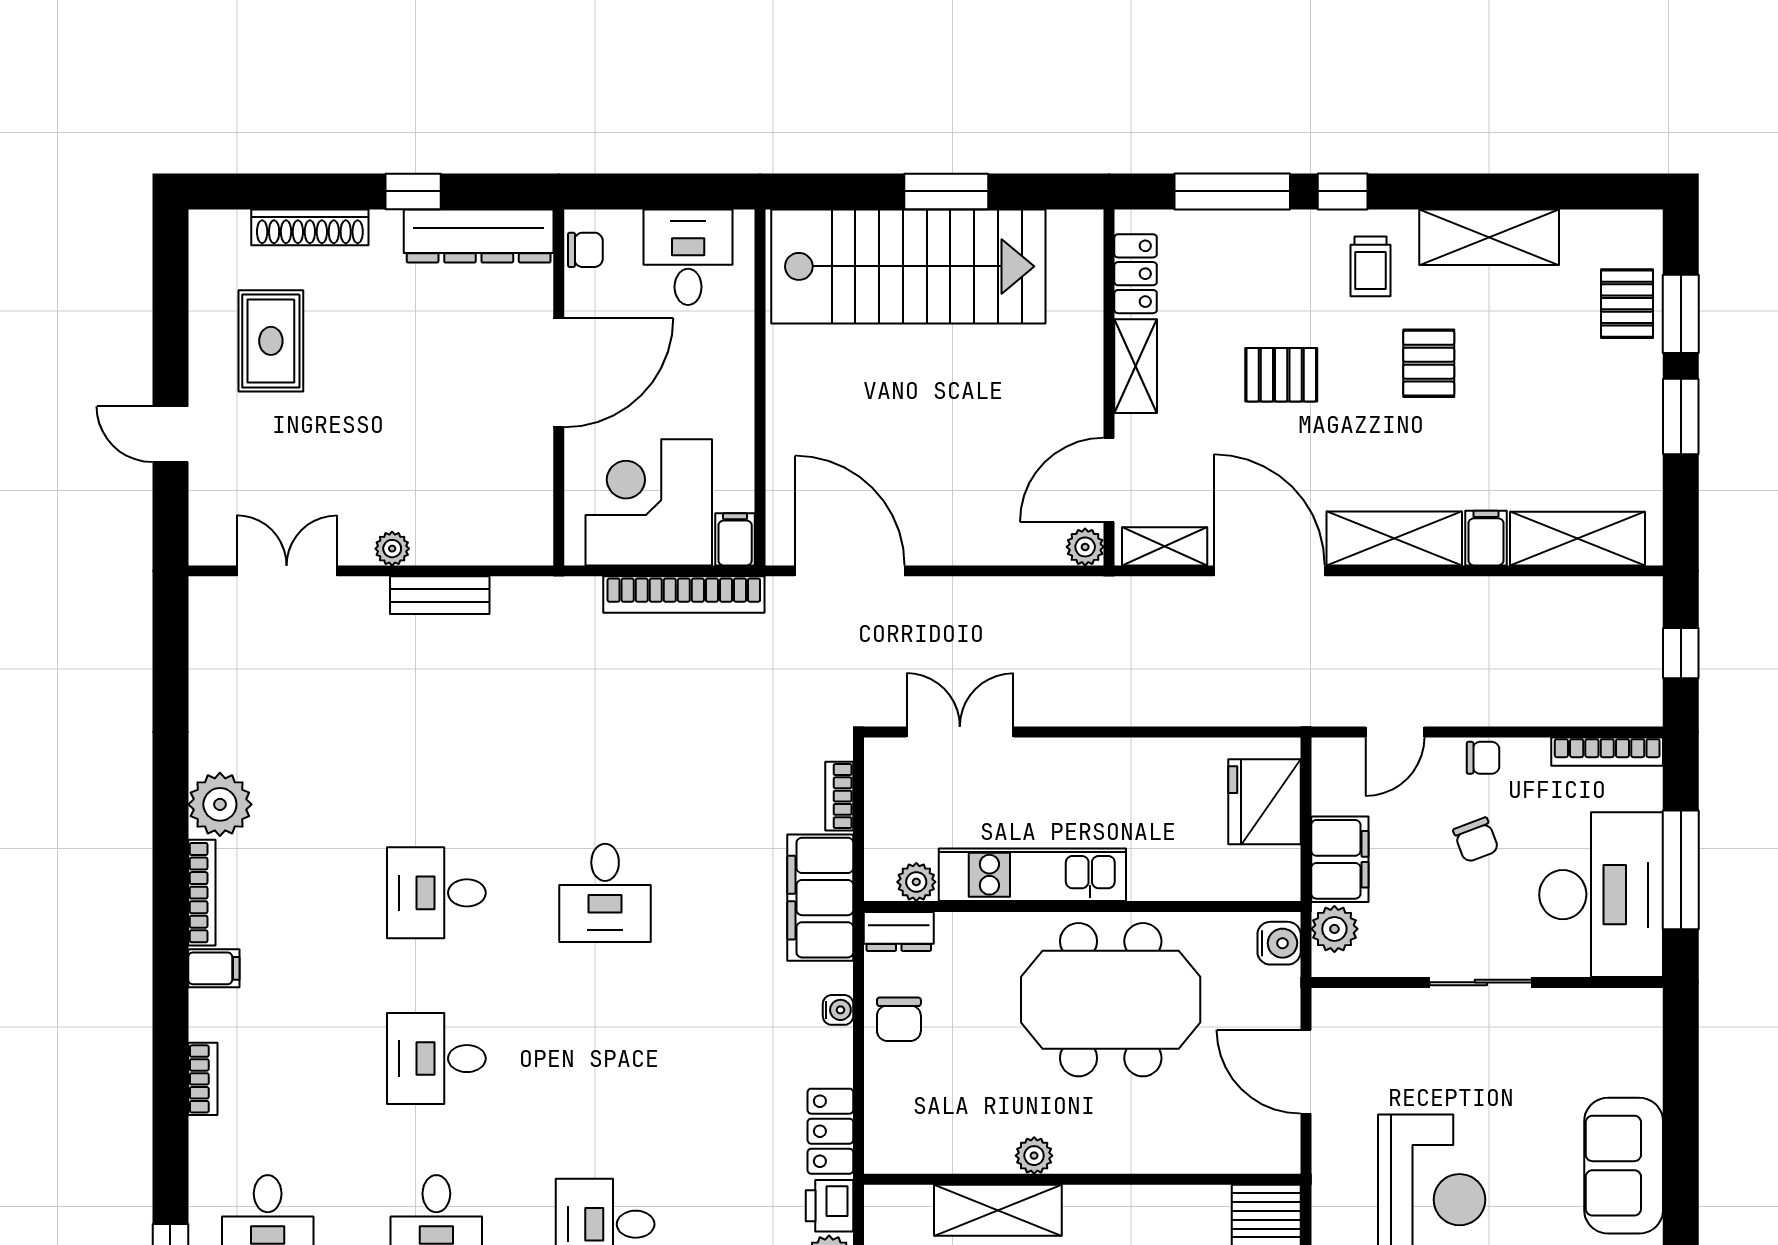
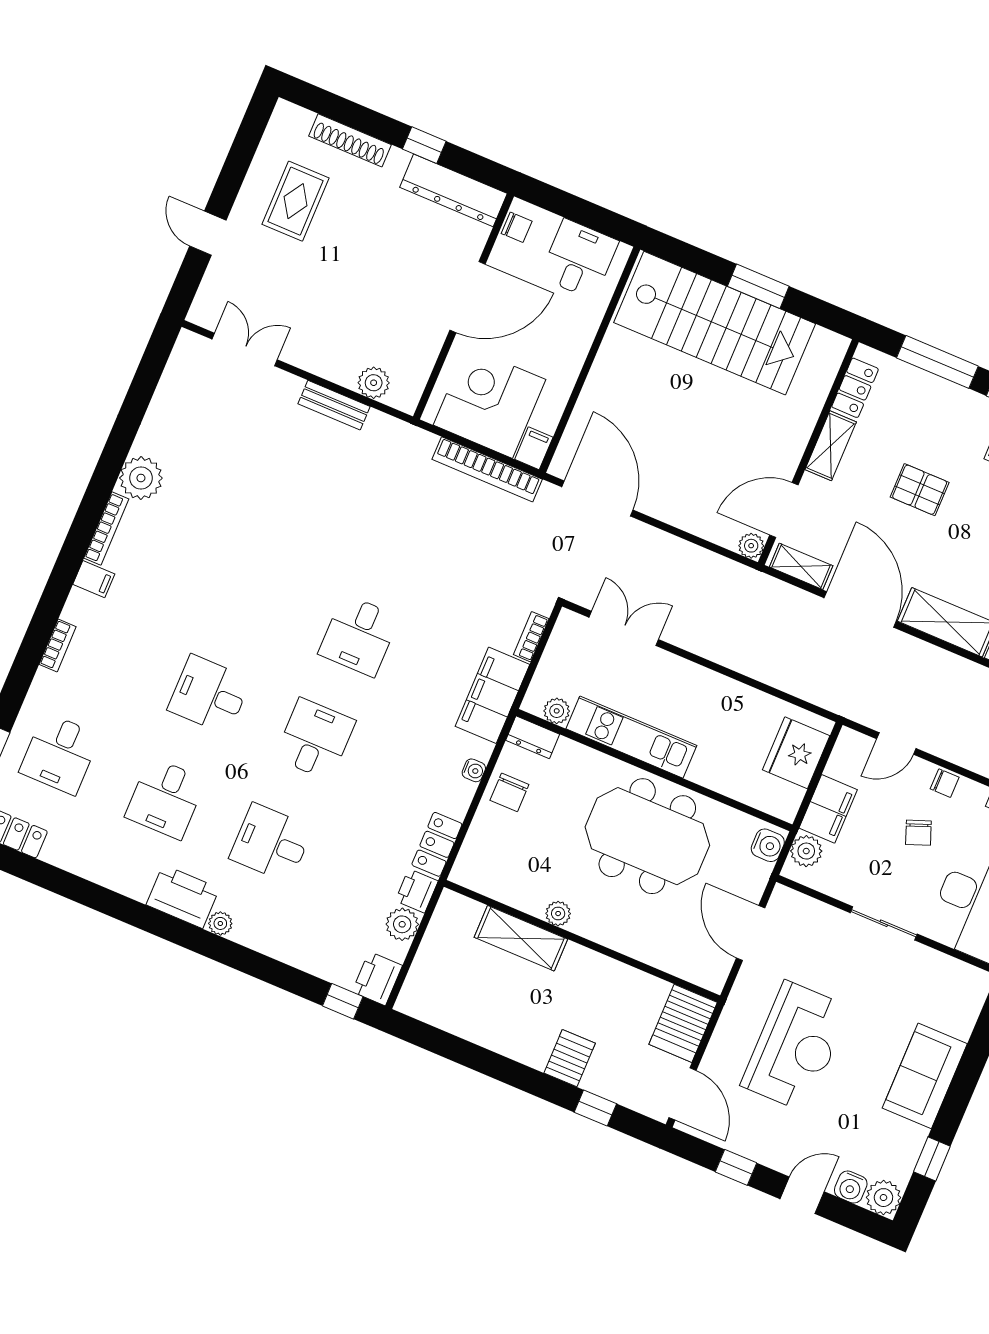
plant: (392, 549) -> (374, 383), moved, width x1.38, depth x1.38
desk: (436, 893) -> (315, 739), moved, turned 90

